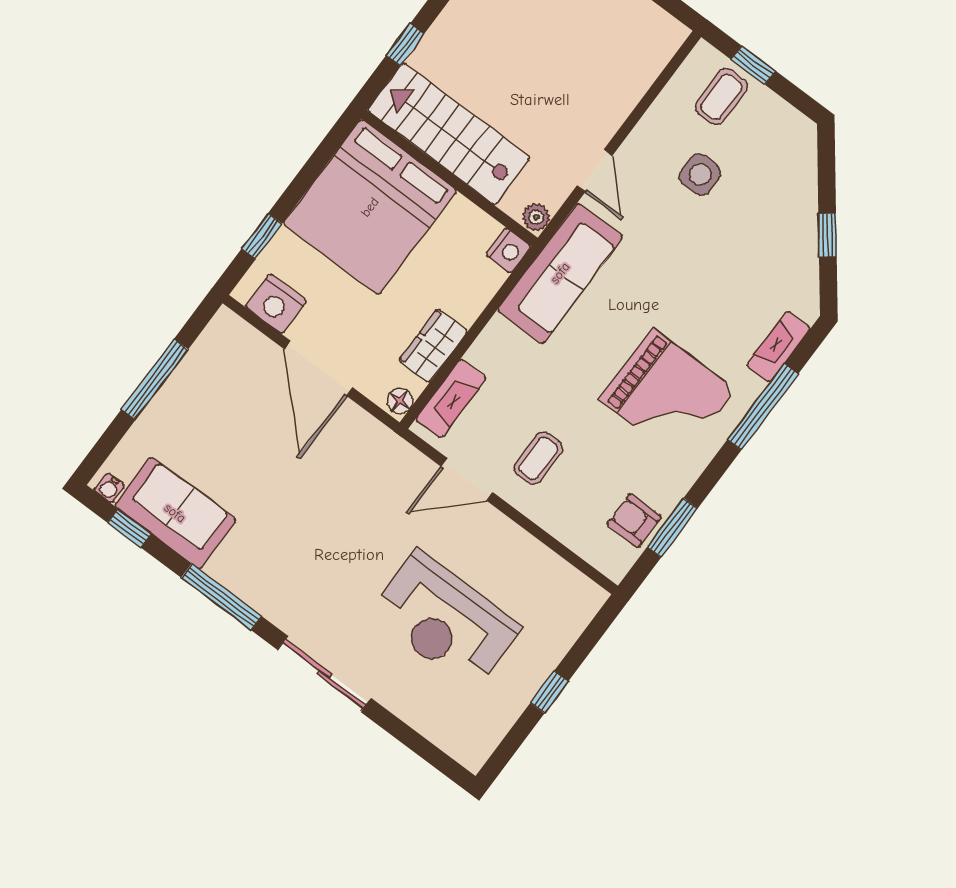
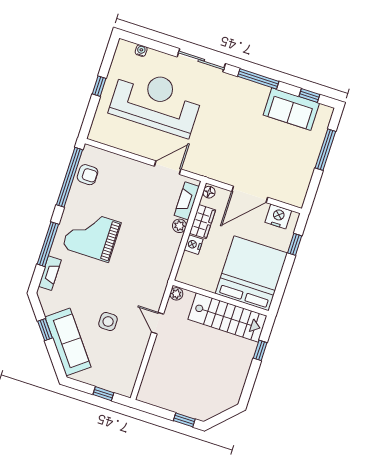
coffee table: (721, 97) -> (113, 375), removed
side table: (700, 175) -> (108, 322), moved
nightstand: (508, 251) -> (193, 245), moved
sofa: (560, 273) -> (68, 342), moved, turned 142
plant: (483, 353) -> (179, 226), added
door: (319, 368) -> (250, 194), swing flipped
window: (155, 379) -> (325, 150), moved
coffee table: (538, 458) -> (139, 188), removed
water cooler: (109, 488) -> (141, 51), moved
window: (672, 528) -> (70, 177), width x2.11
reception desk: (445, 621) -> (156, 102), width x1.36, depth x1.30

